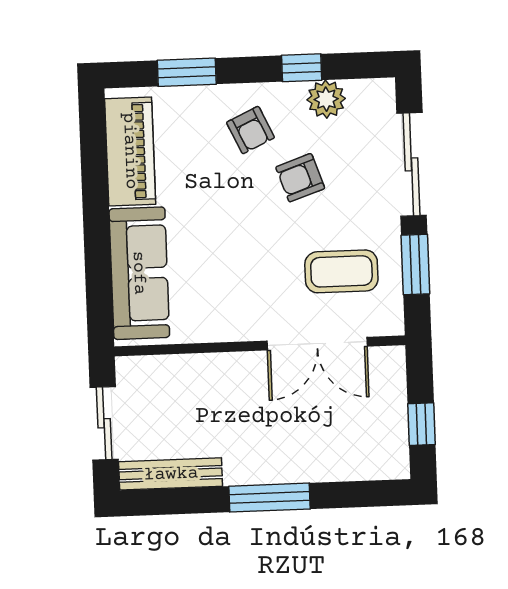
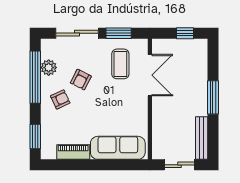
window: (302, 68) -> (35, 77), width x3.17
window: (187, 72) -> (35, 136), moved
piano: (130, 151) -> (73, 152), width x0.73, depth x0.75
armchair: (300, 178) -> (81, 80), turned 46

